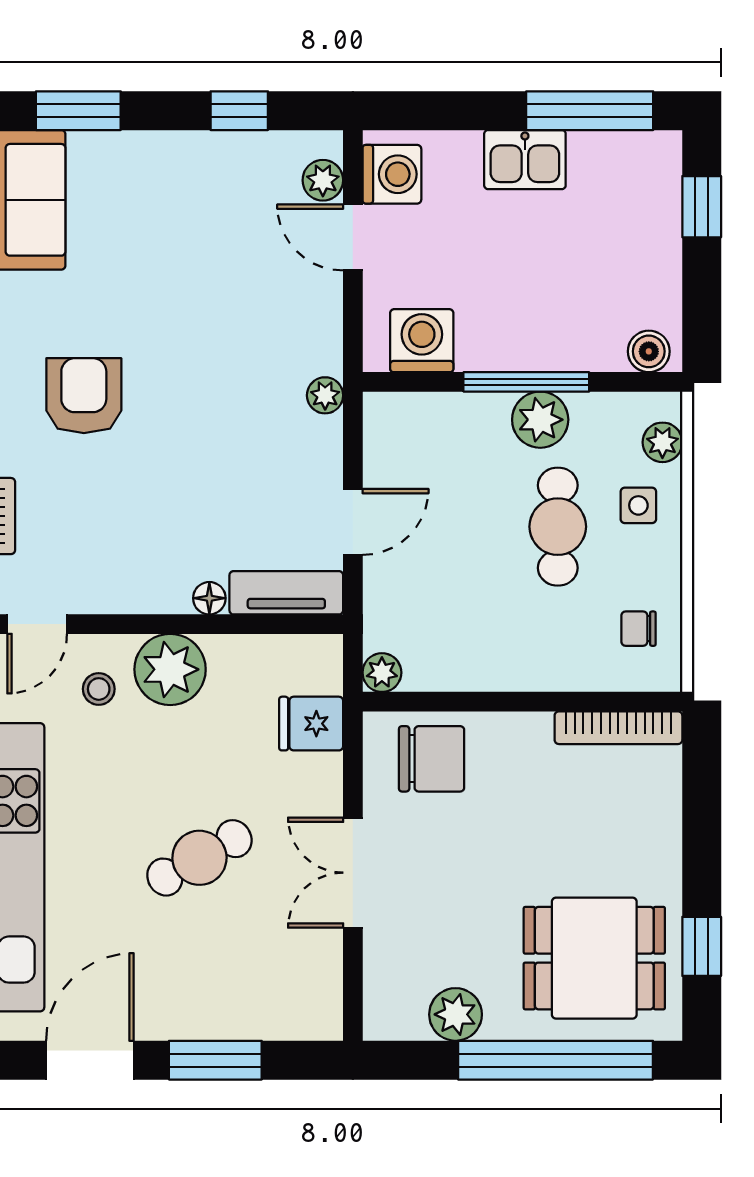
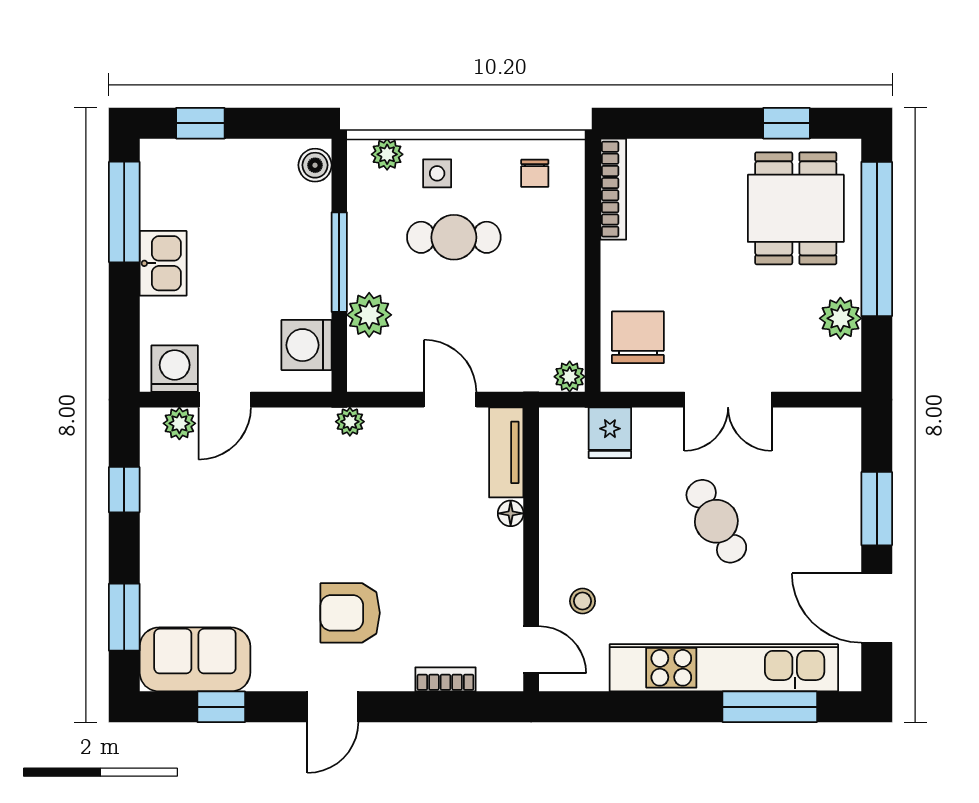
plant: (540, 420) -> (369, 315), moved
plant: (170, 669) -> (567, 544), removed

